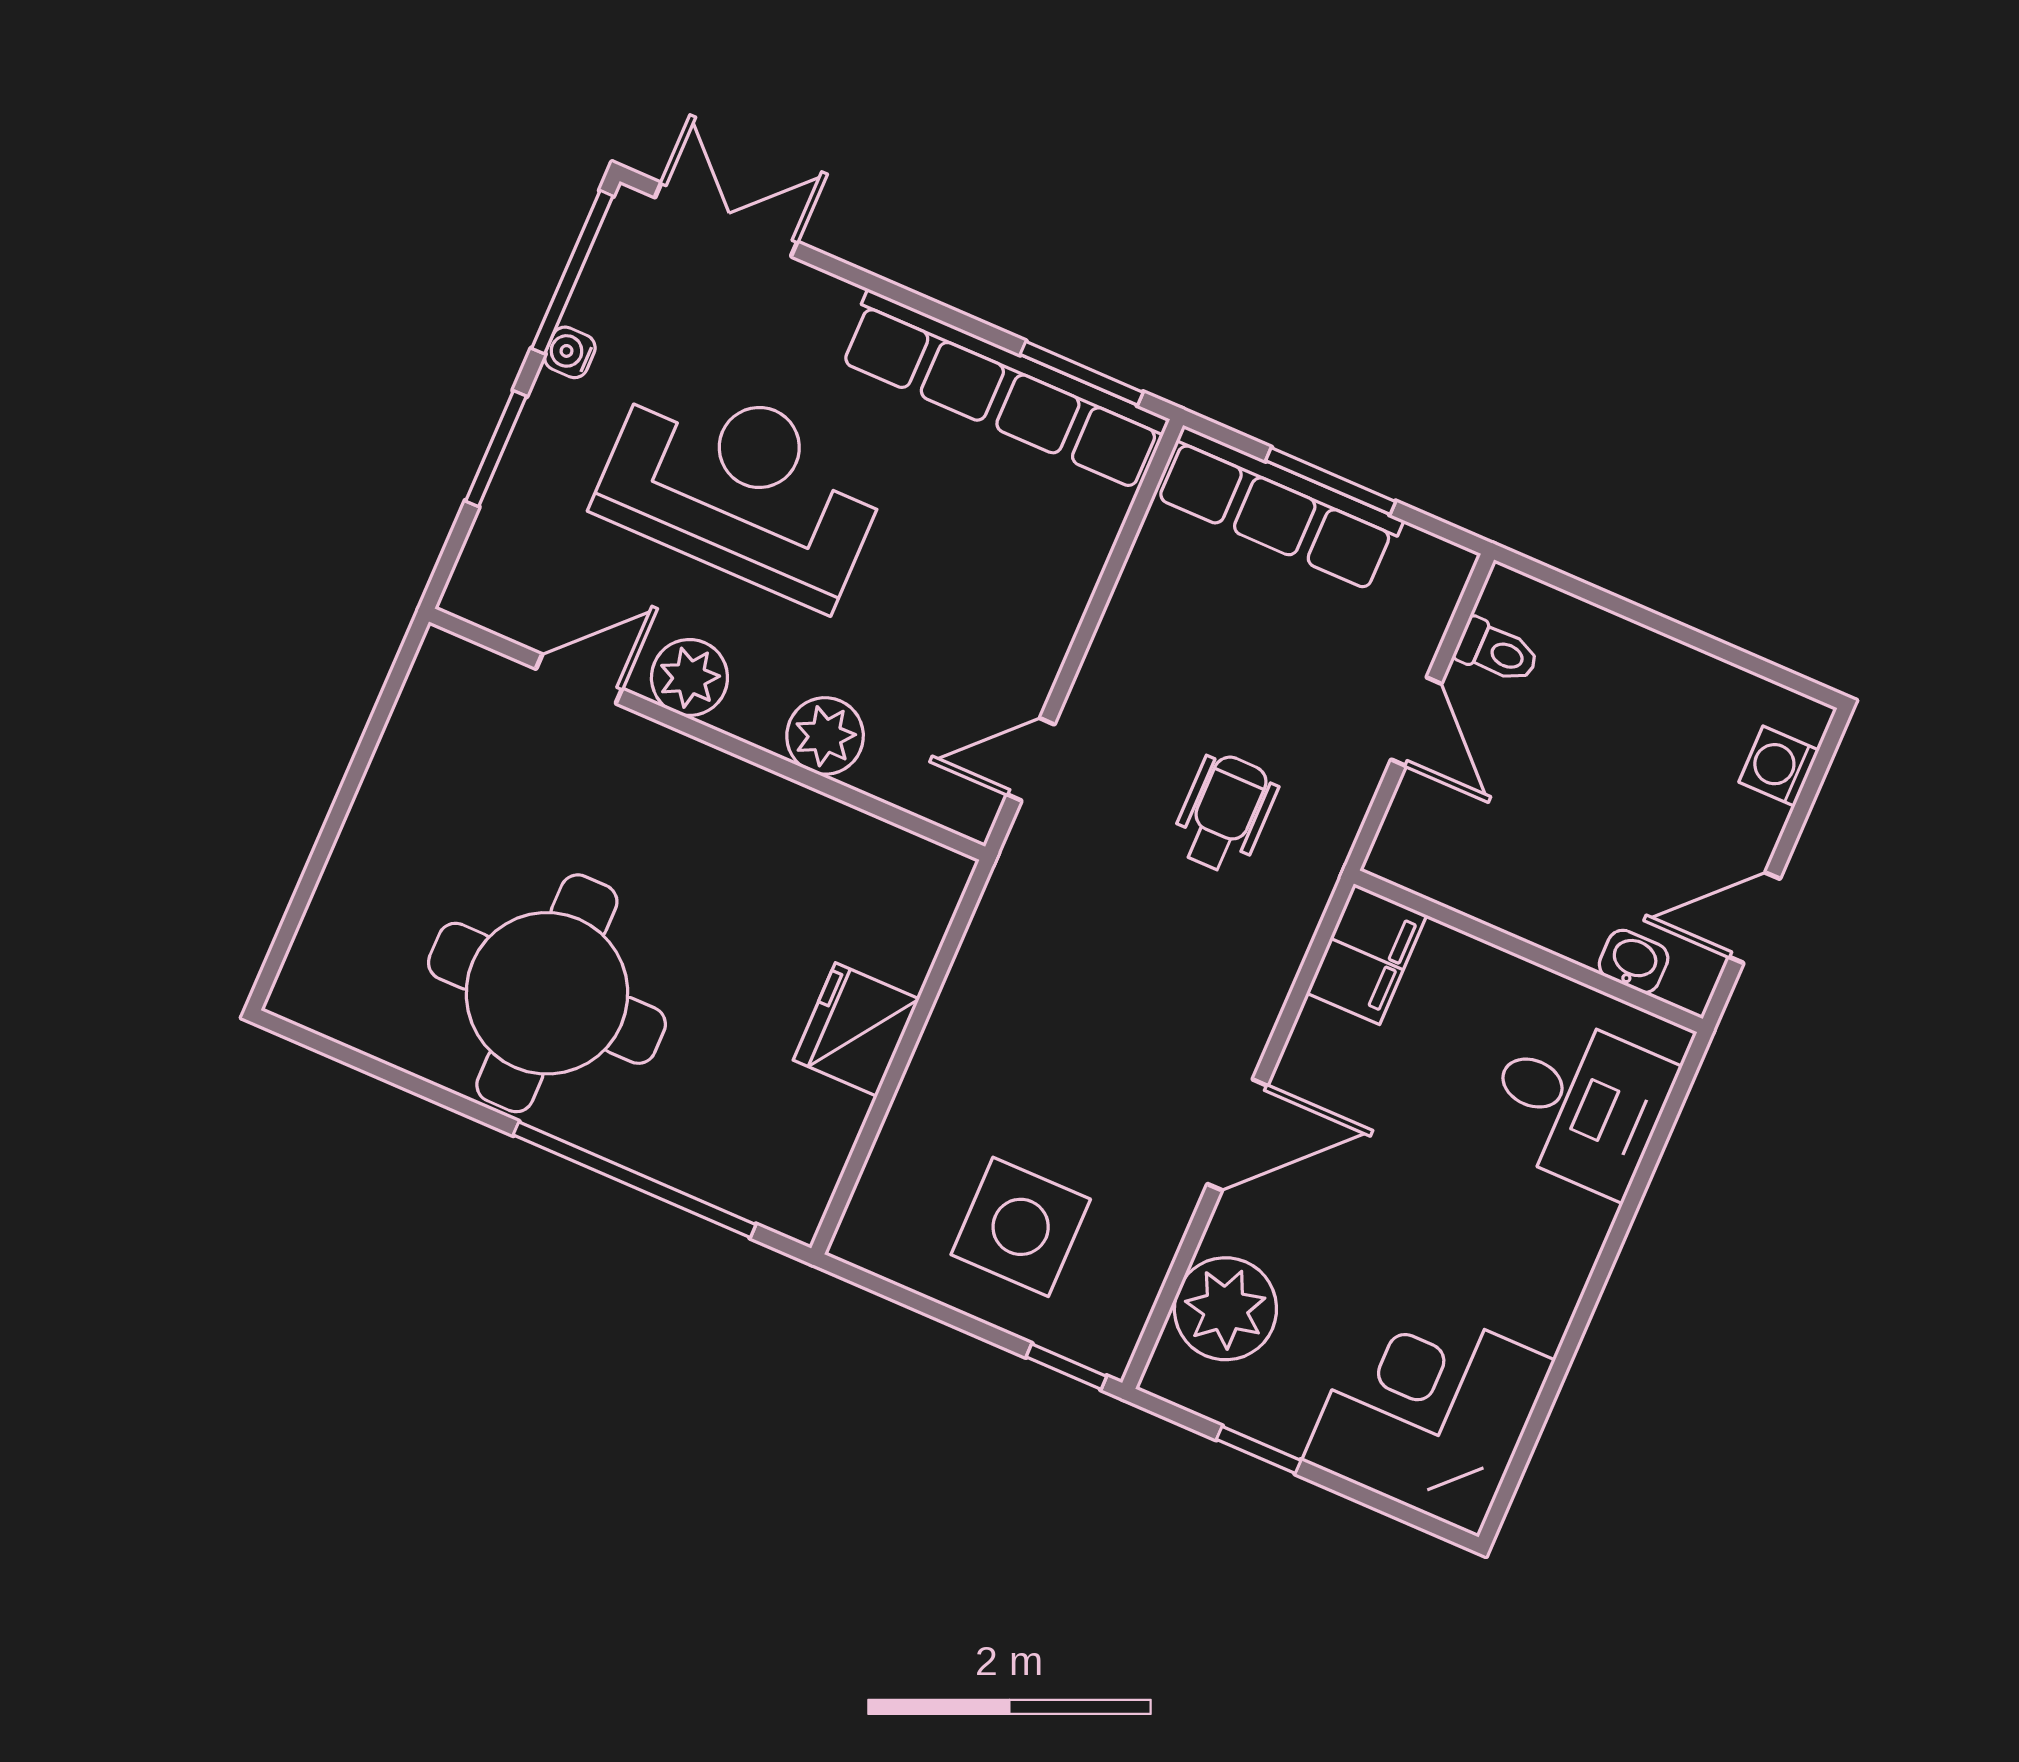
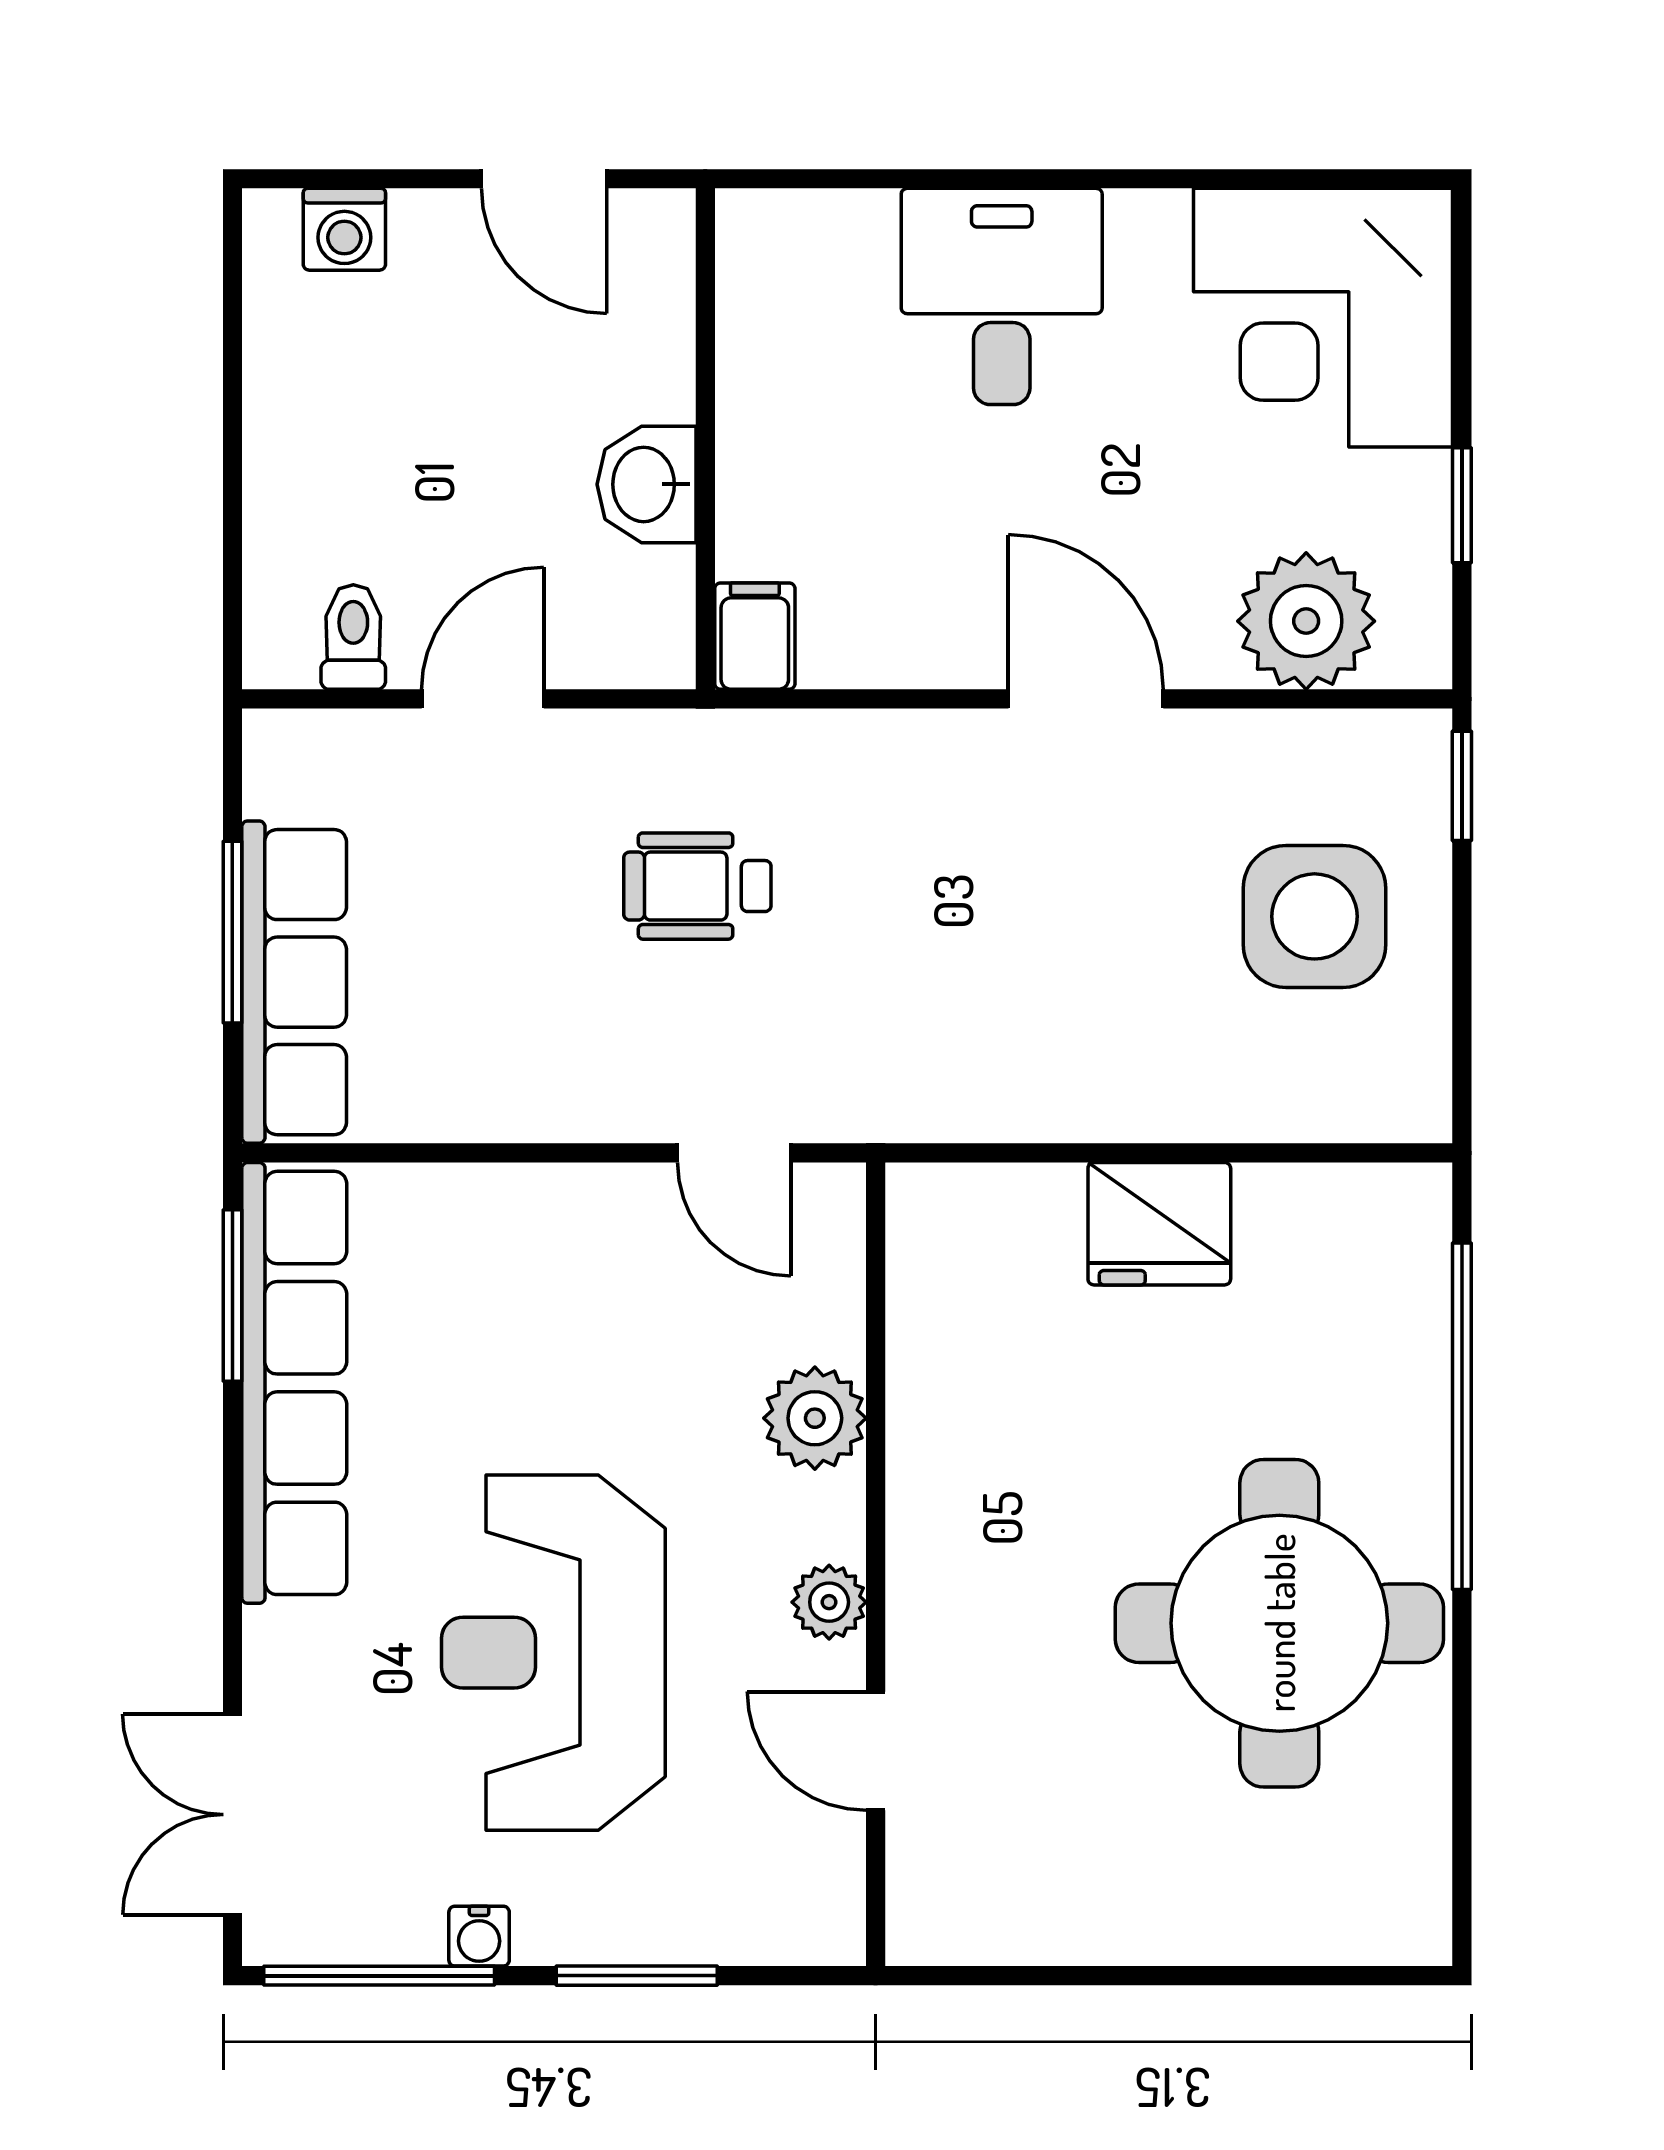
plant: (689, 677) -> (829, 1602), width x0.73, depth x0.73
filing cabinet: (1367, 954) -> (755, 636), width x0.50
washbasin: (1634, 961) -> (647, 484), moved, width x1.38, depth x1.45
desk: (1578, 1103) -> (1002, 296), moved

